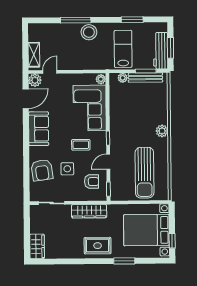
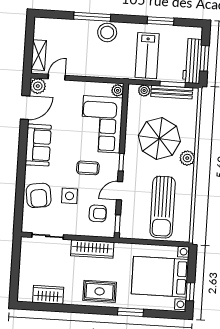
lab bench: (123, 49) -> (147, 56), turned 180
parasol: (138, 116) -> (159, 138), added
wardrobe: (37, 246) -> (48, 295), moved, turned -90

